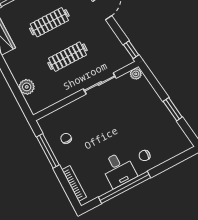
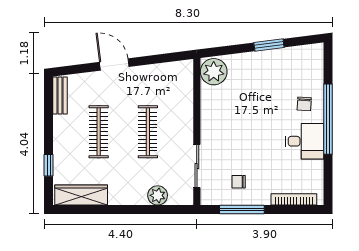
window: (131, 50) -> (178, 56), removed
plant: (136, 74) -> (214, 72), width x1.87, depth x1.87
sliding door: (100, 83) -> (197, 166), moved
window: (125, 187) -> (328, 119), moved

